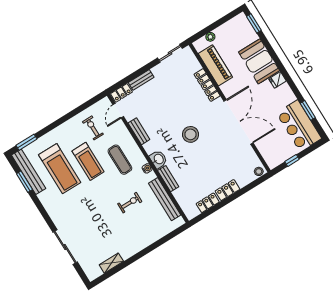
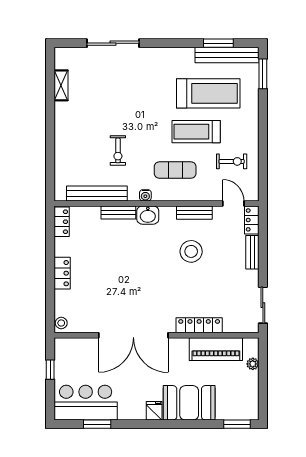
stool: (191, 134) -> (191, 251), moved
treadmill: (60, 169) -> (208, 93), turned 180
locker: (208, 203) -> (62, 222), moved

